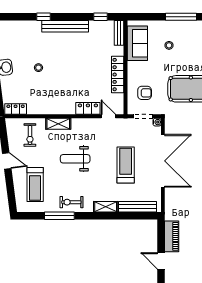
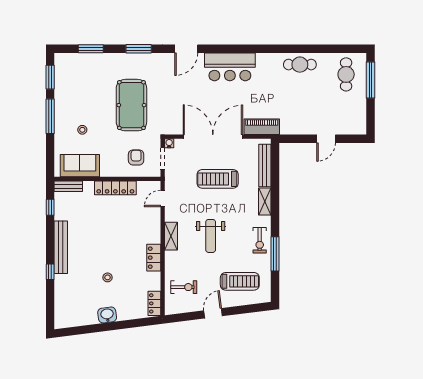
locker: (88, 108) -> (154, 258), moved
shelving: (58, 124) -> (171, 236), moved
piano: (172, 236) -> (262, 127), moved

